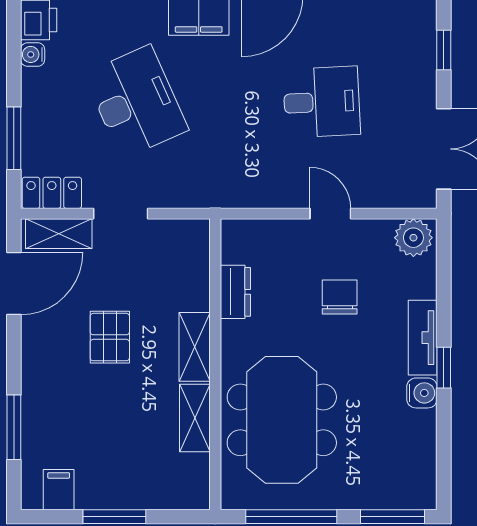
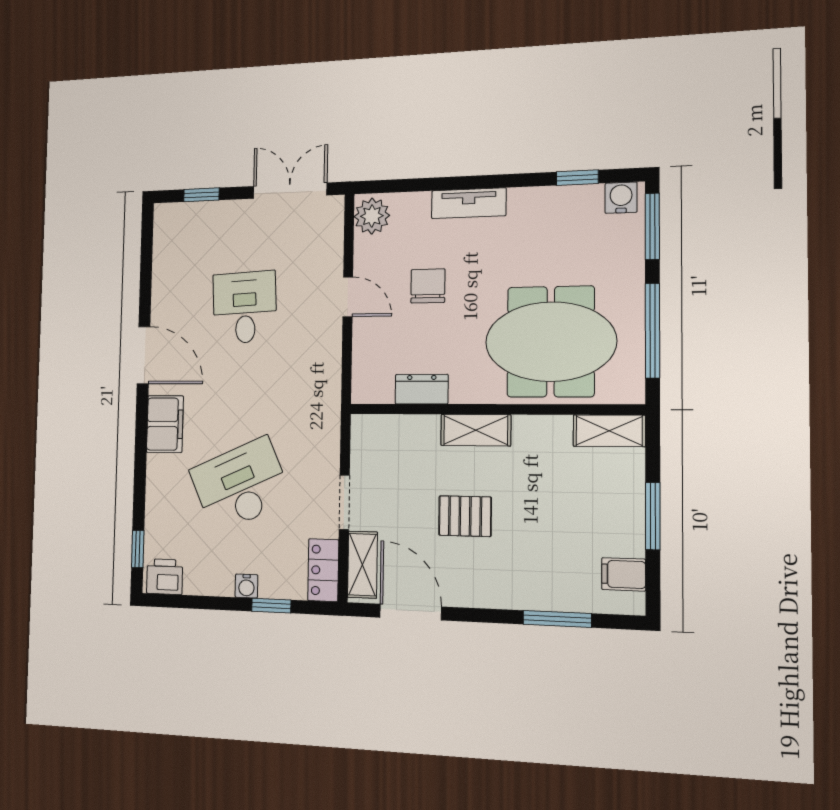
water cooler: (33, 54) -> (246, 586), moved
window: (14, 138) -> (271, 606), width x0.67
door: (330, 214) -> (348, 297), swing flipped
chair: (340, 297) -> (428, 286), turned 90
window: (444, 368) -> (577, 178), moved
water cooler: (422, 393) -> (621, 198), moved
shelving: (195, 418) -> (609, 431), moved

